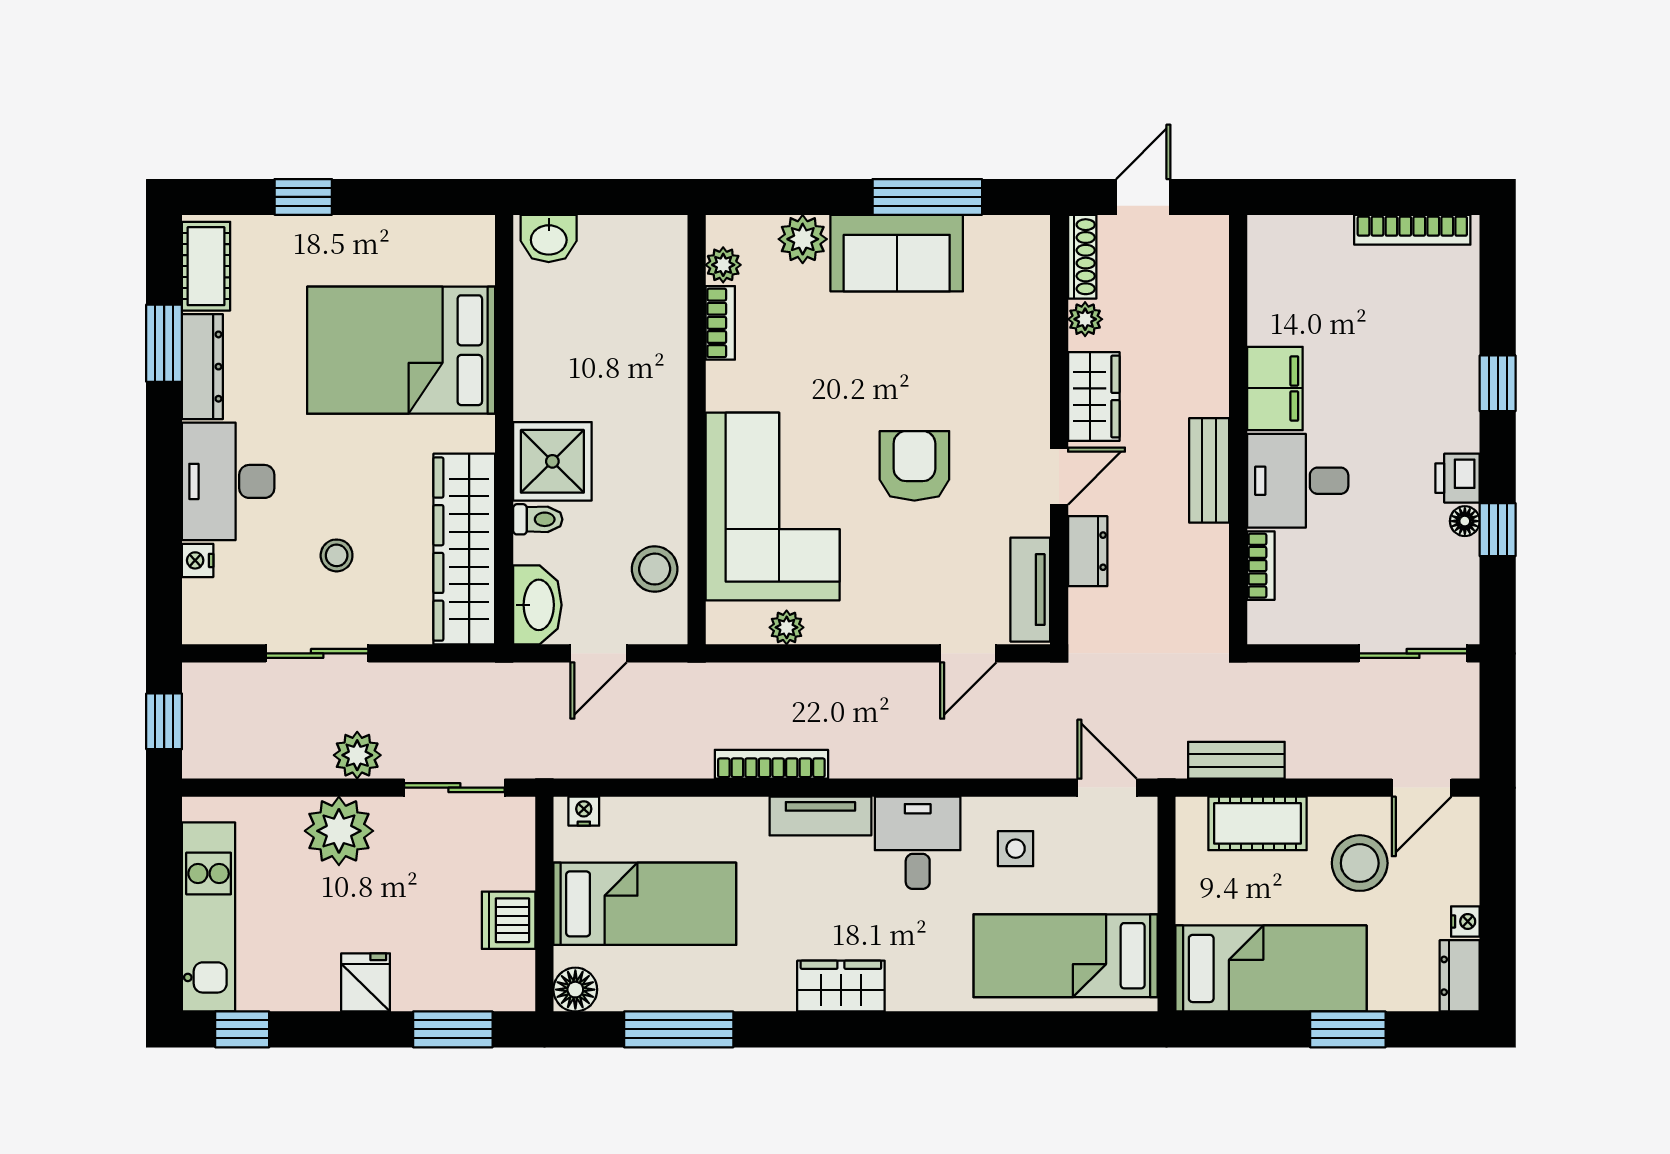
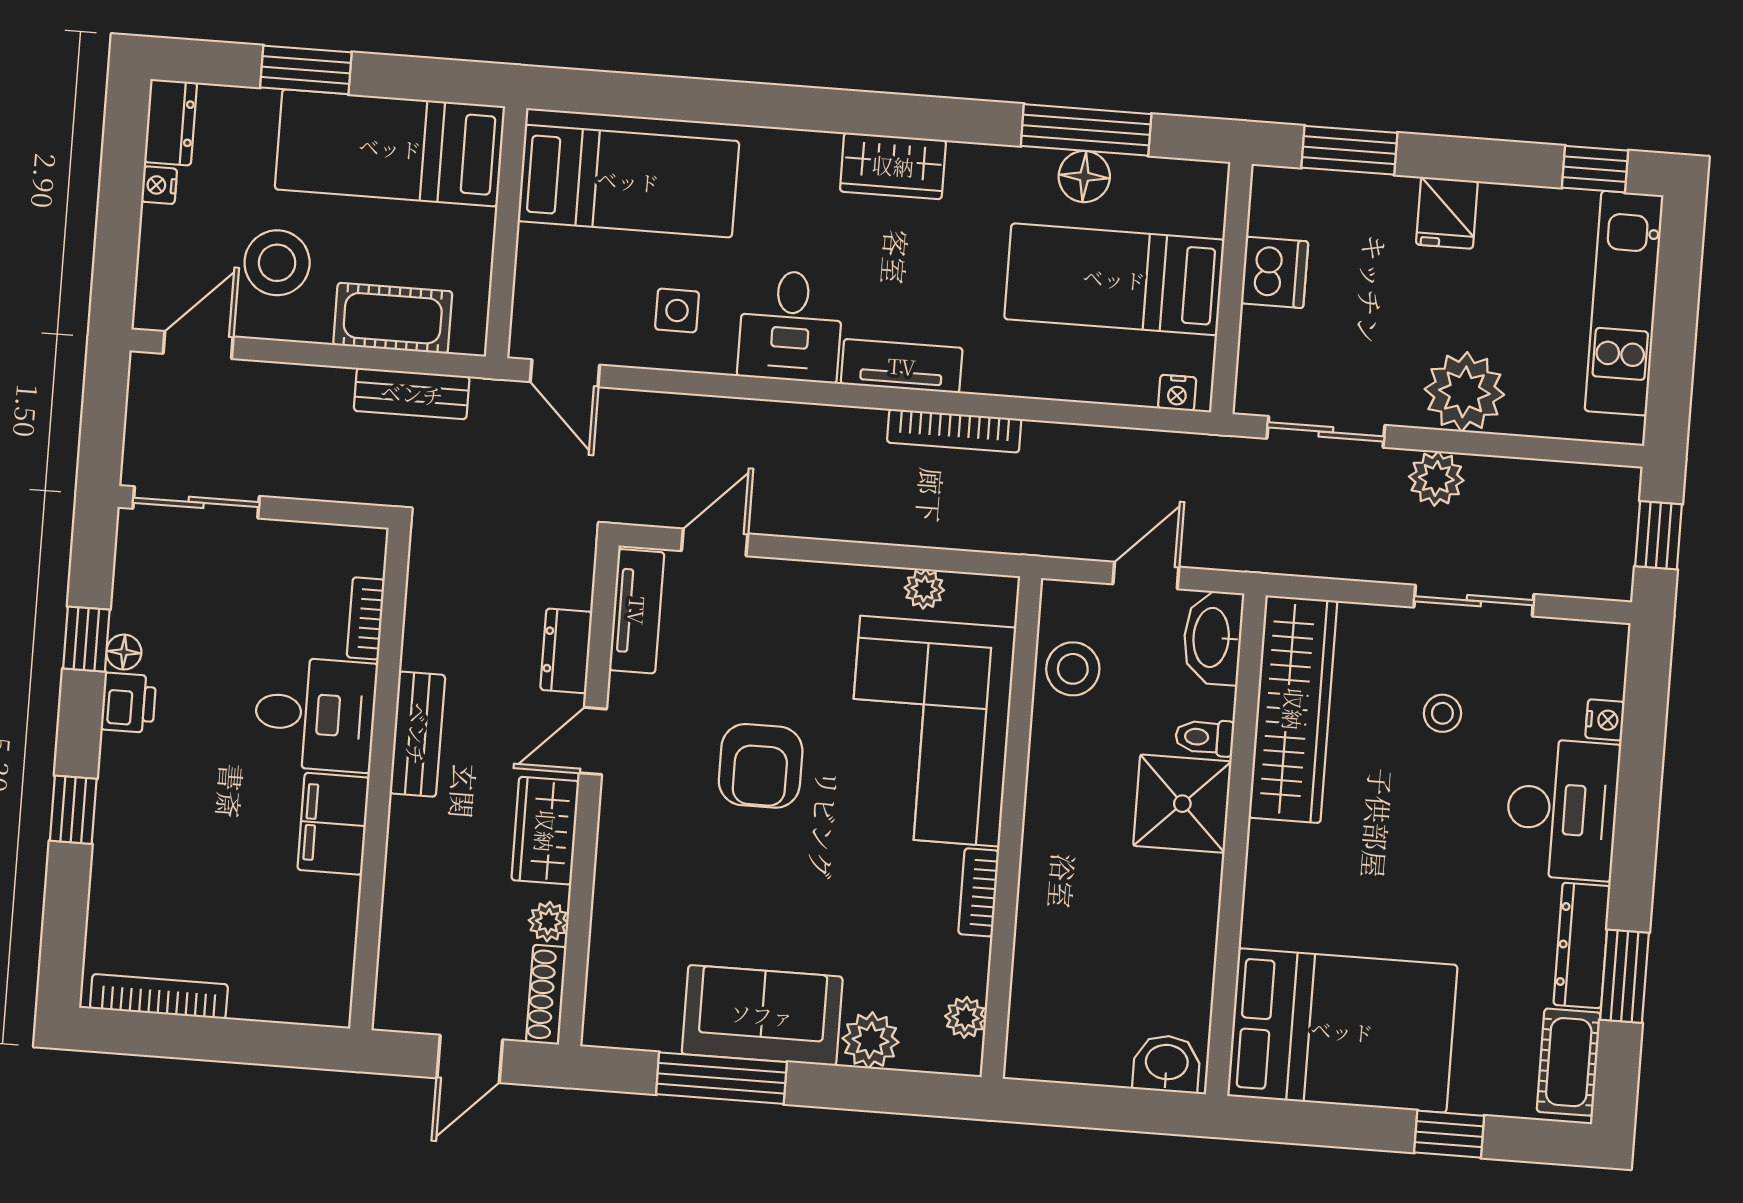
bookcase: (720, 323) -> (979, 892), moved
bed: (401, 350) -> (1342, 1031), moved
floor lamp: (575, 990) -> (1084, 177), moved

